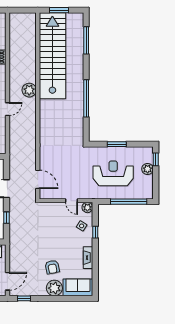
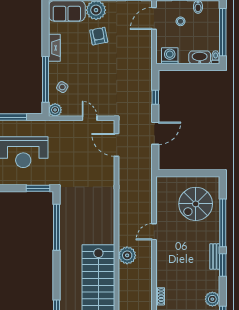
window: (86, 98) -> (57, 227), moved
window: (117, 144) -> (38, 188), moved
door: (72, 201) -> (90, 118), moved
window: (95, 232) -> (45, 79), width x3.17

